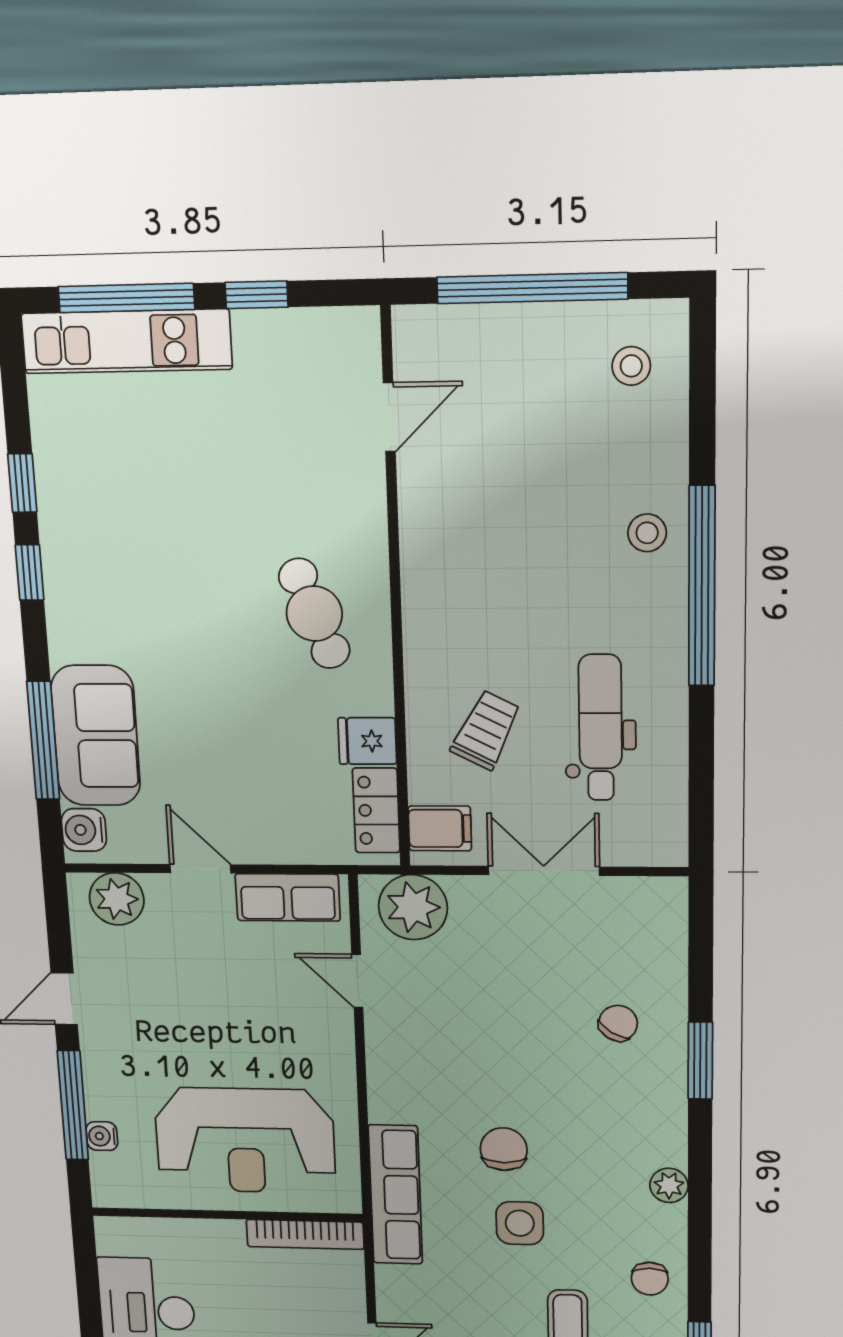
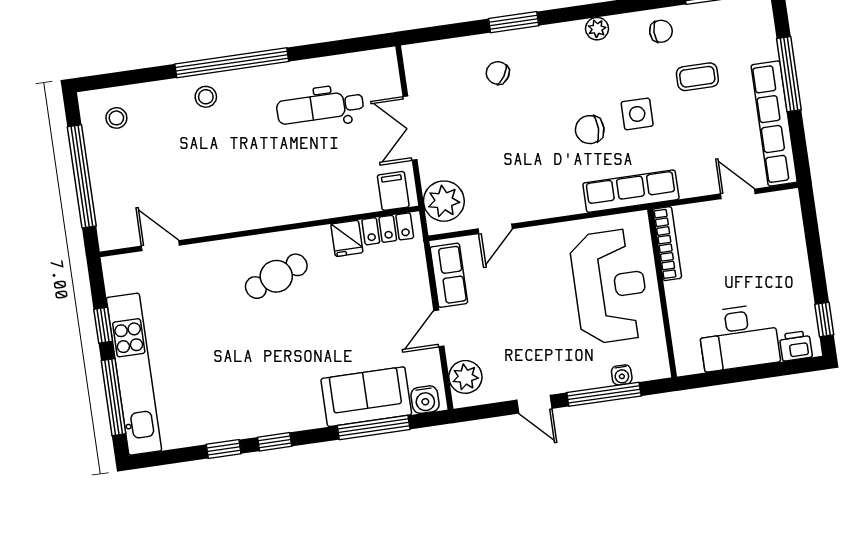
kitchen unit: (127, 341) -> (134, 374), width x1.36
trolley: (486, 730) -> (331, 171), removed

